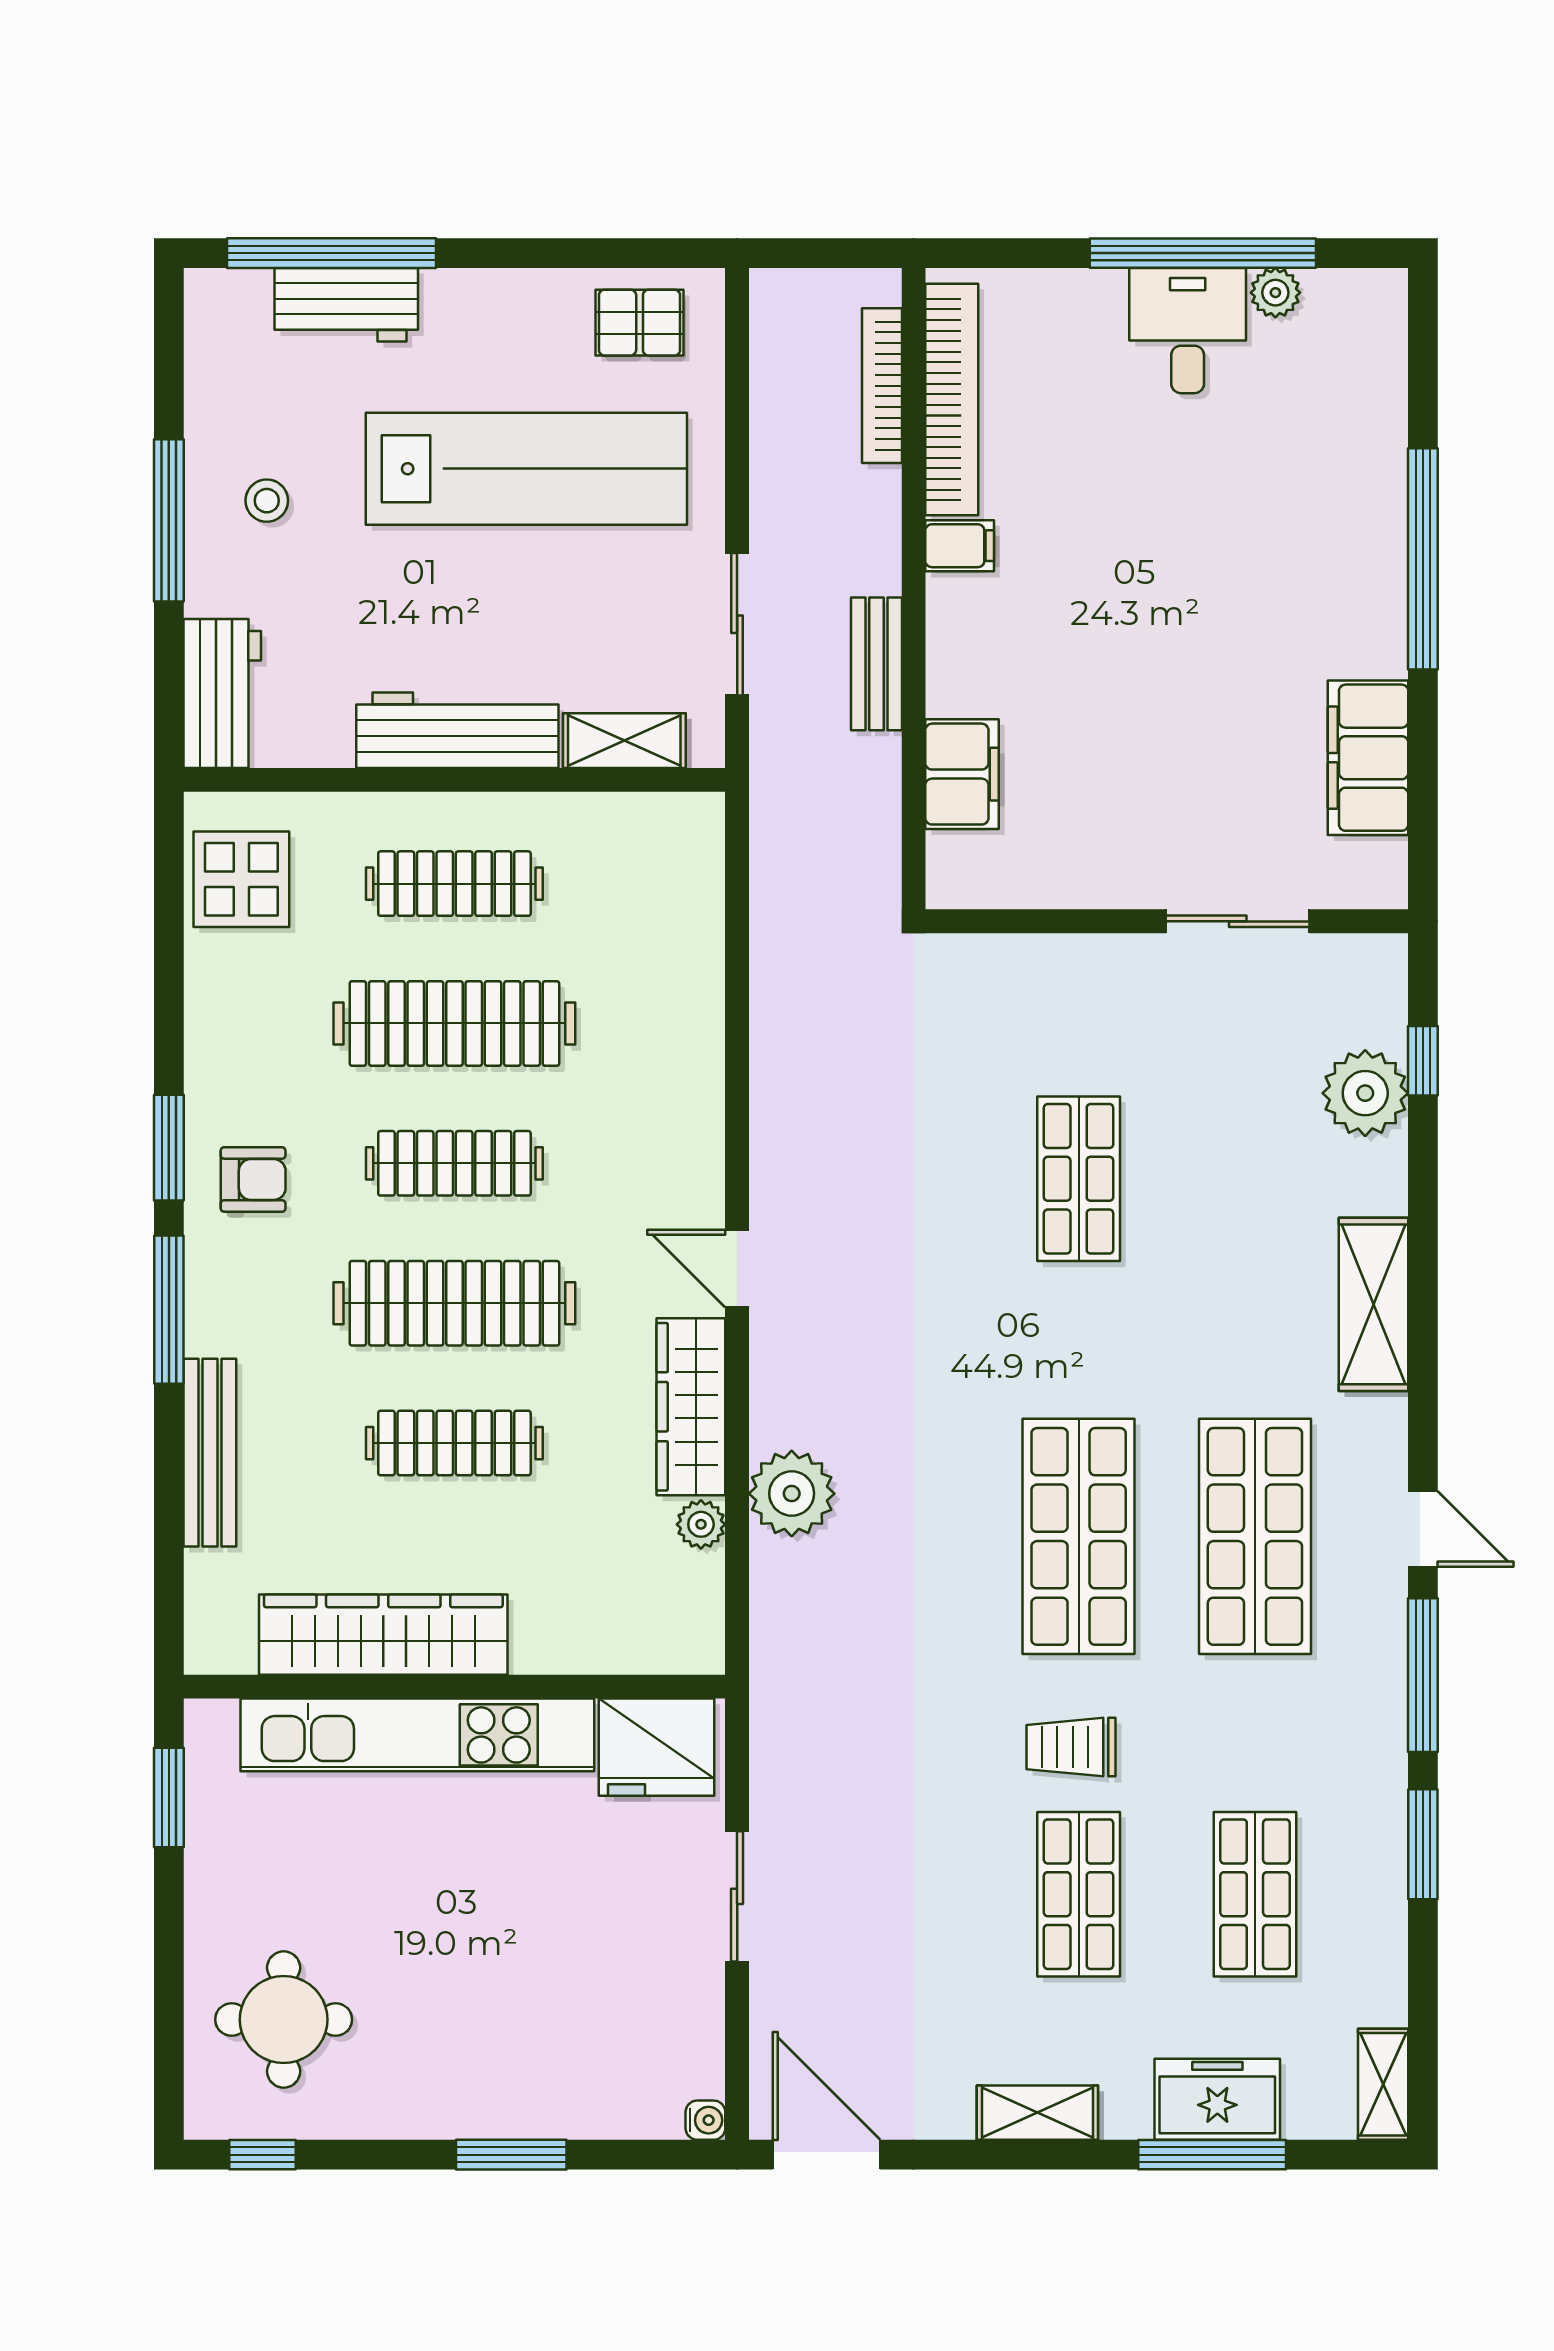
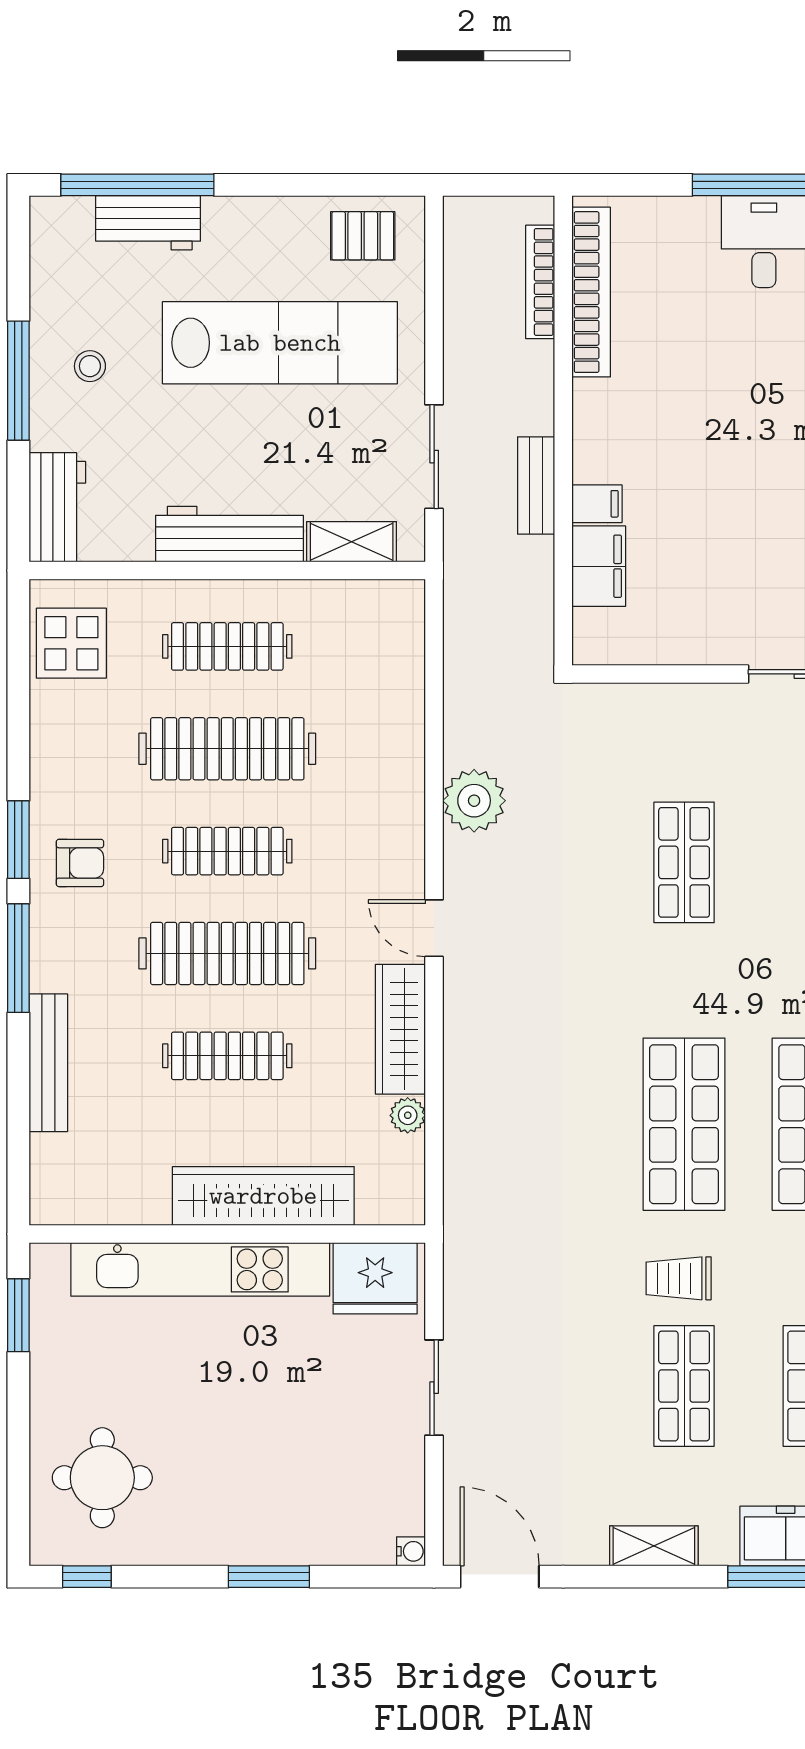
filing cabinet: (960, 546) -> (597, 504), moved
plant: (792, 1494) -> (474, 801), moved
wardrobe: (383, 1635) -> (263, 1196), moved

